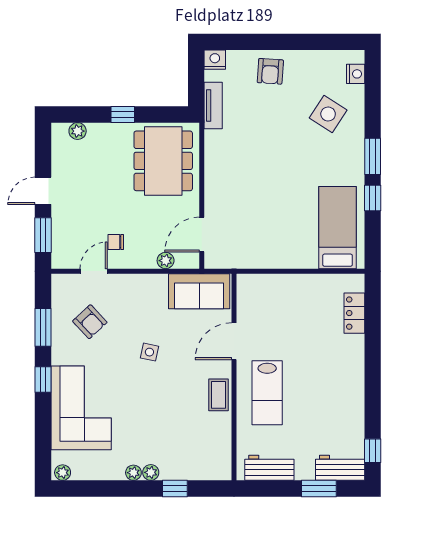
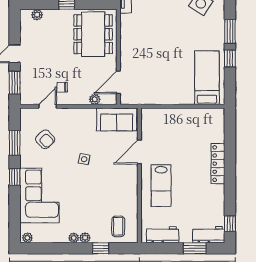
locker: (354, 313) -> (218, 164), moved, width x1.53
coffee table: (218, 395) -> (118, 226), moved

